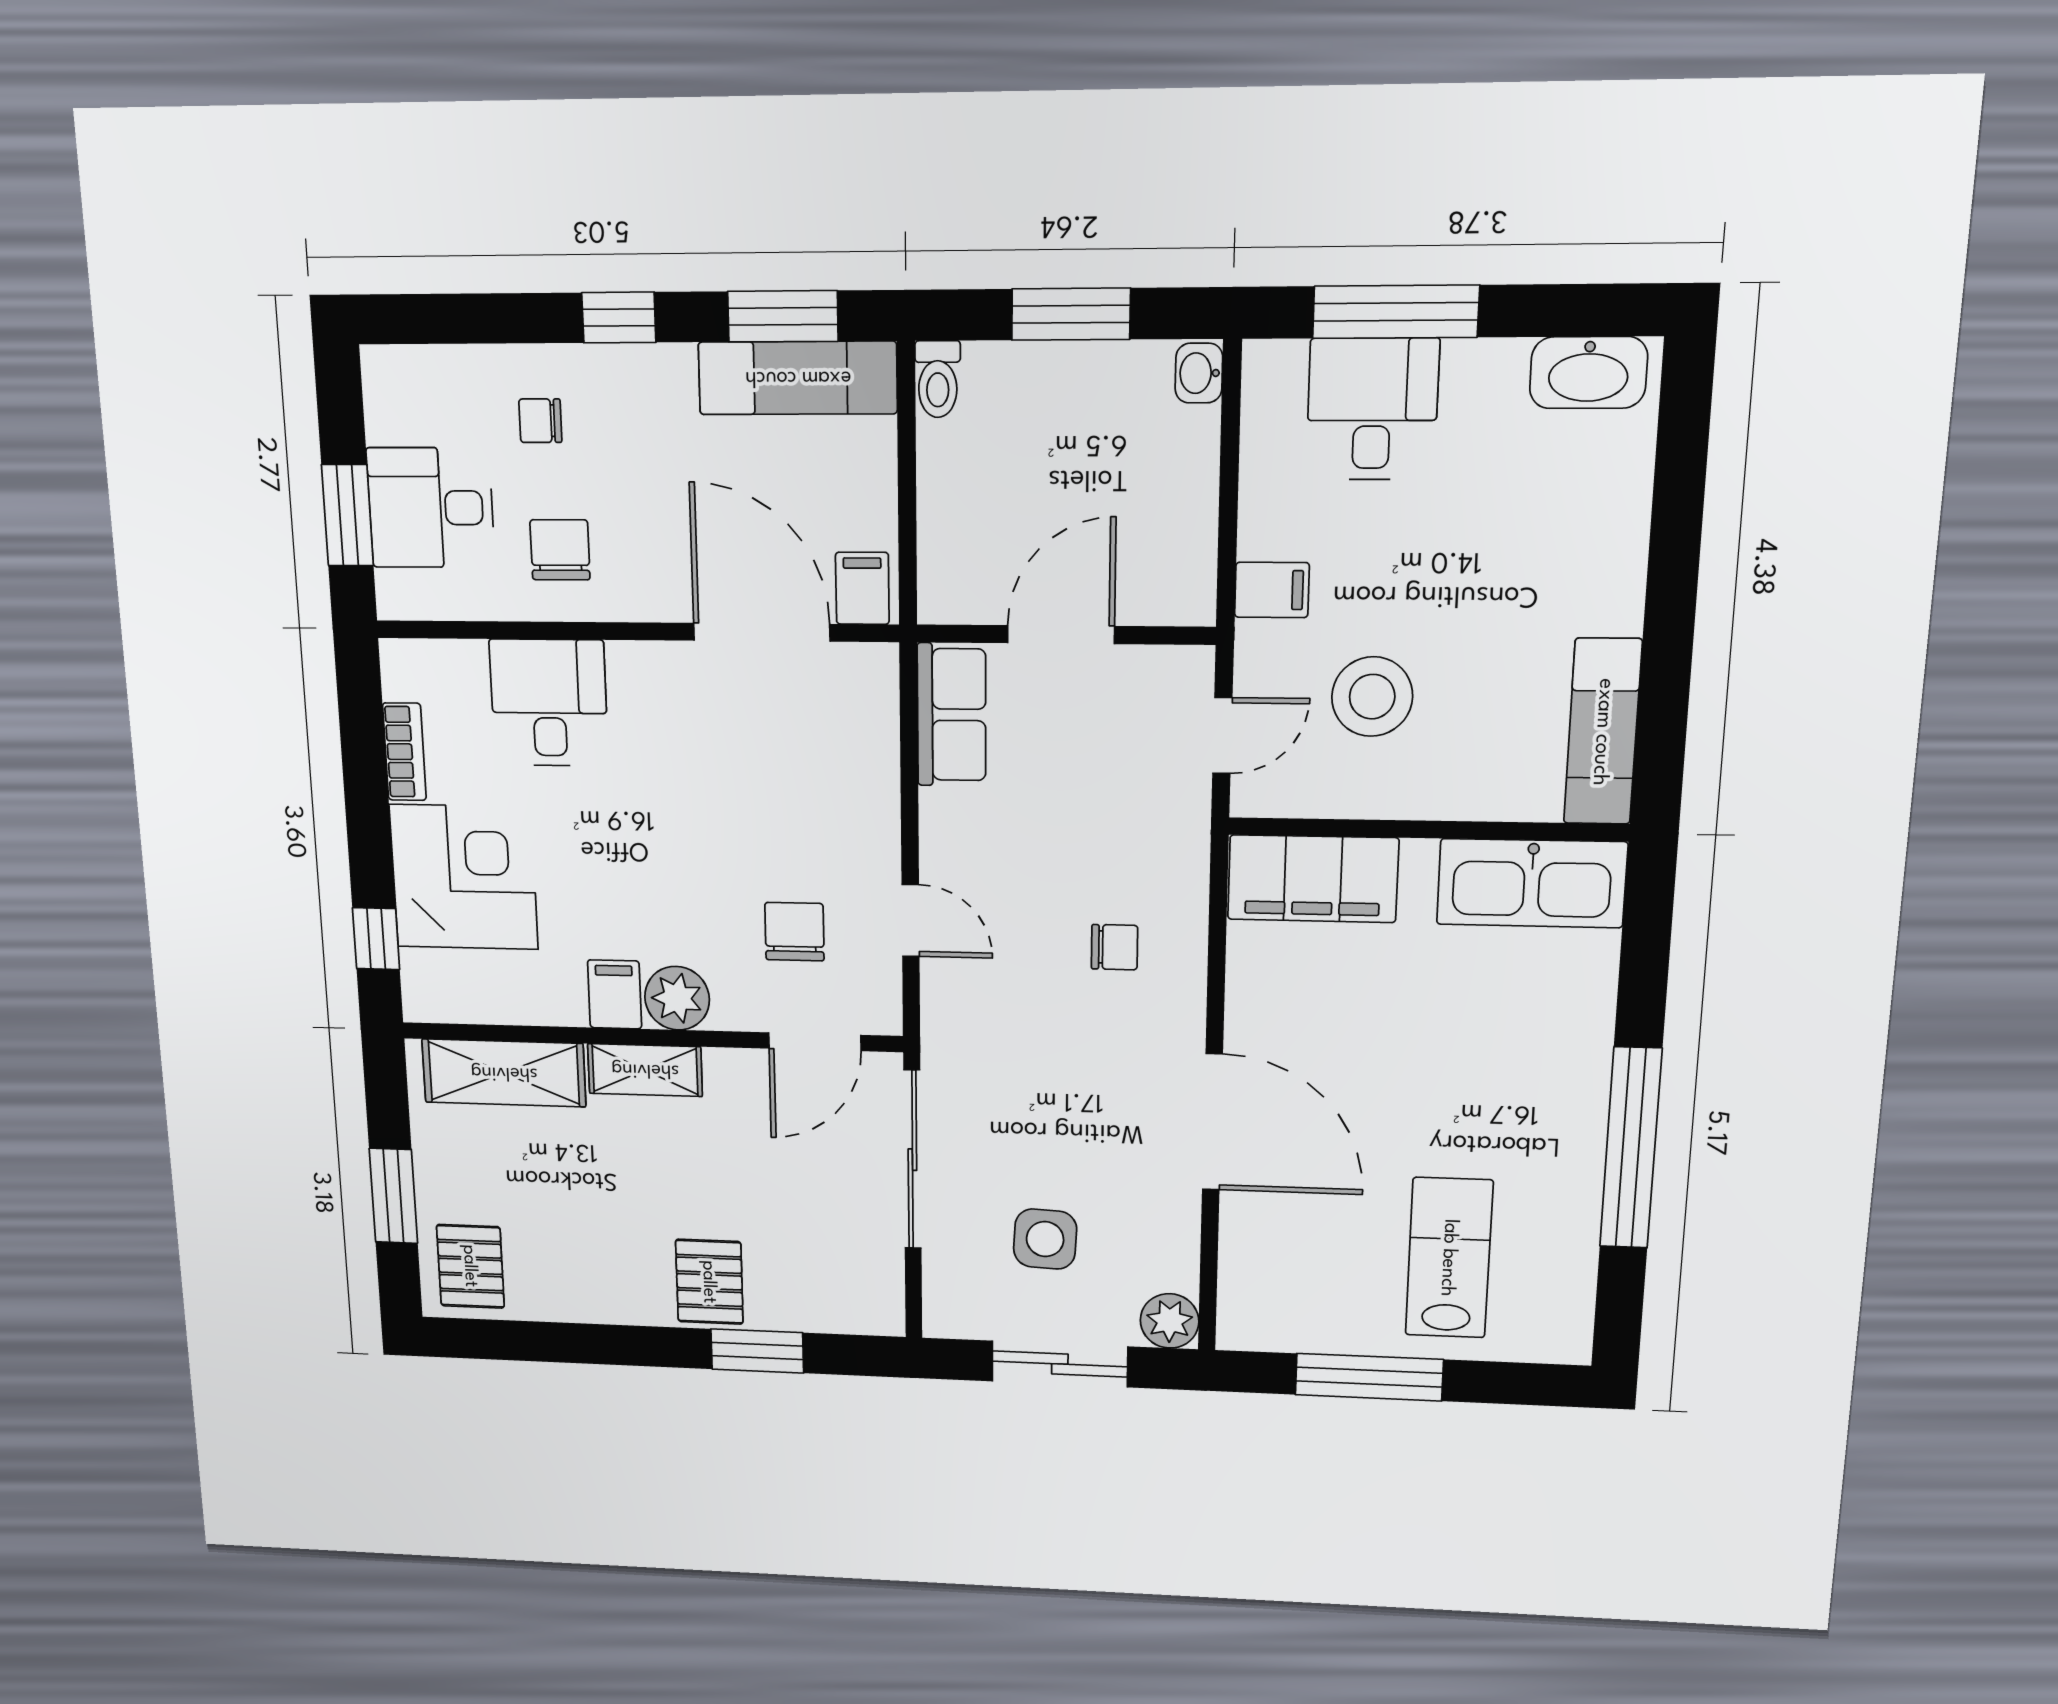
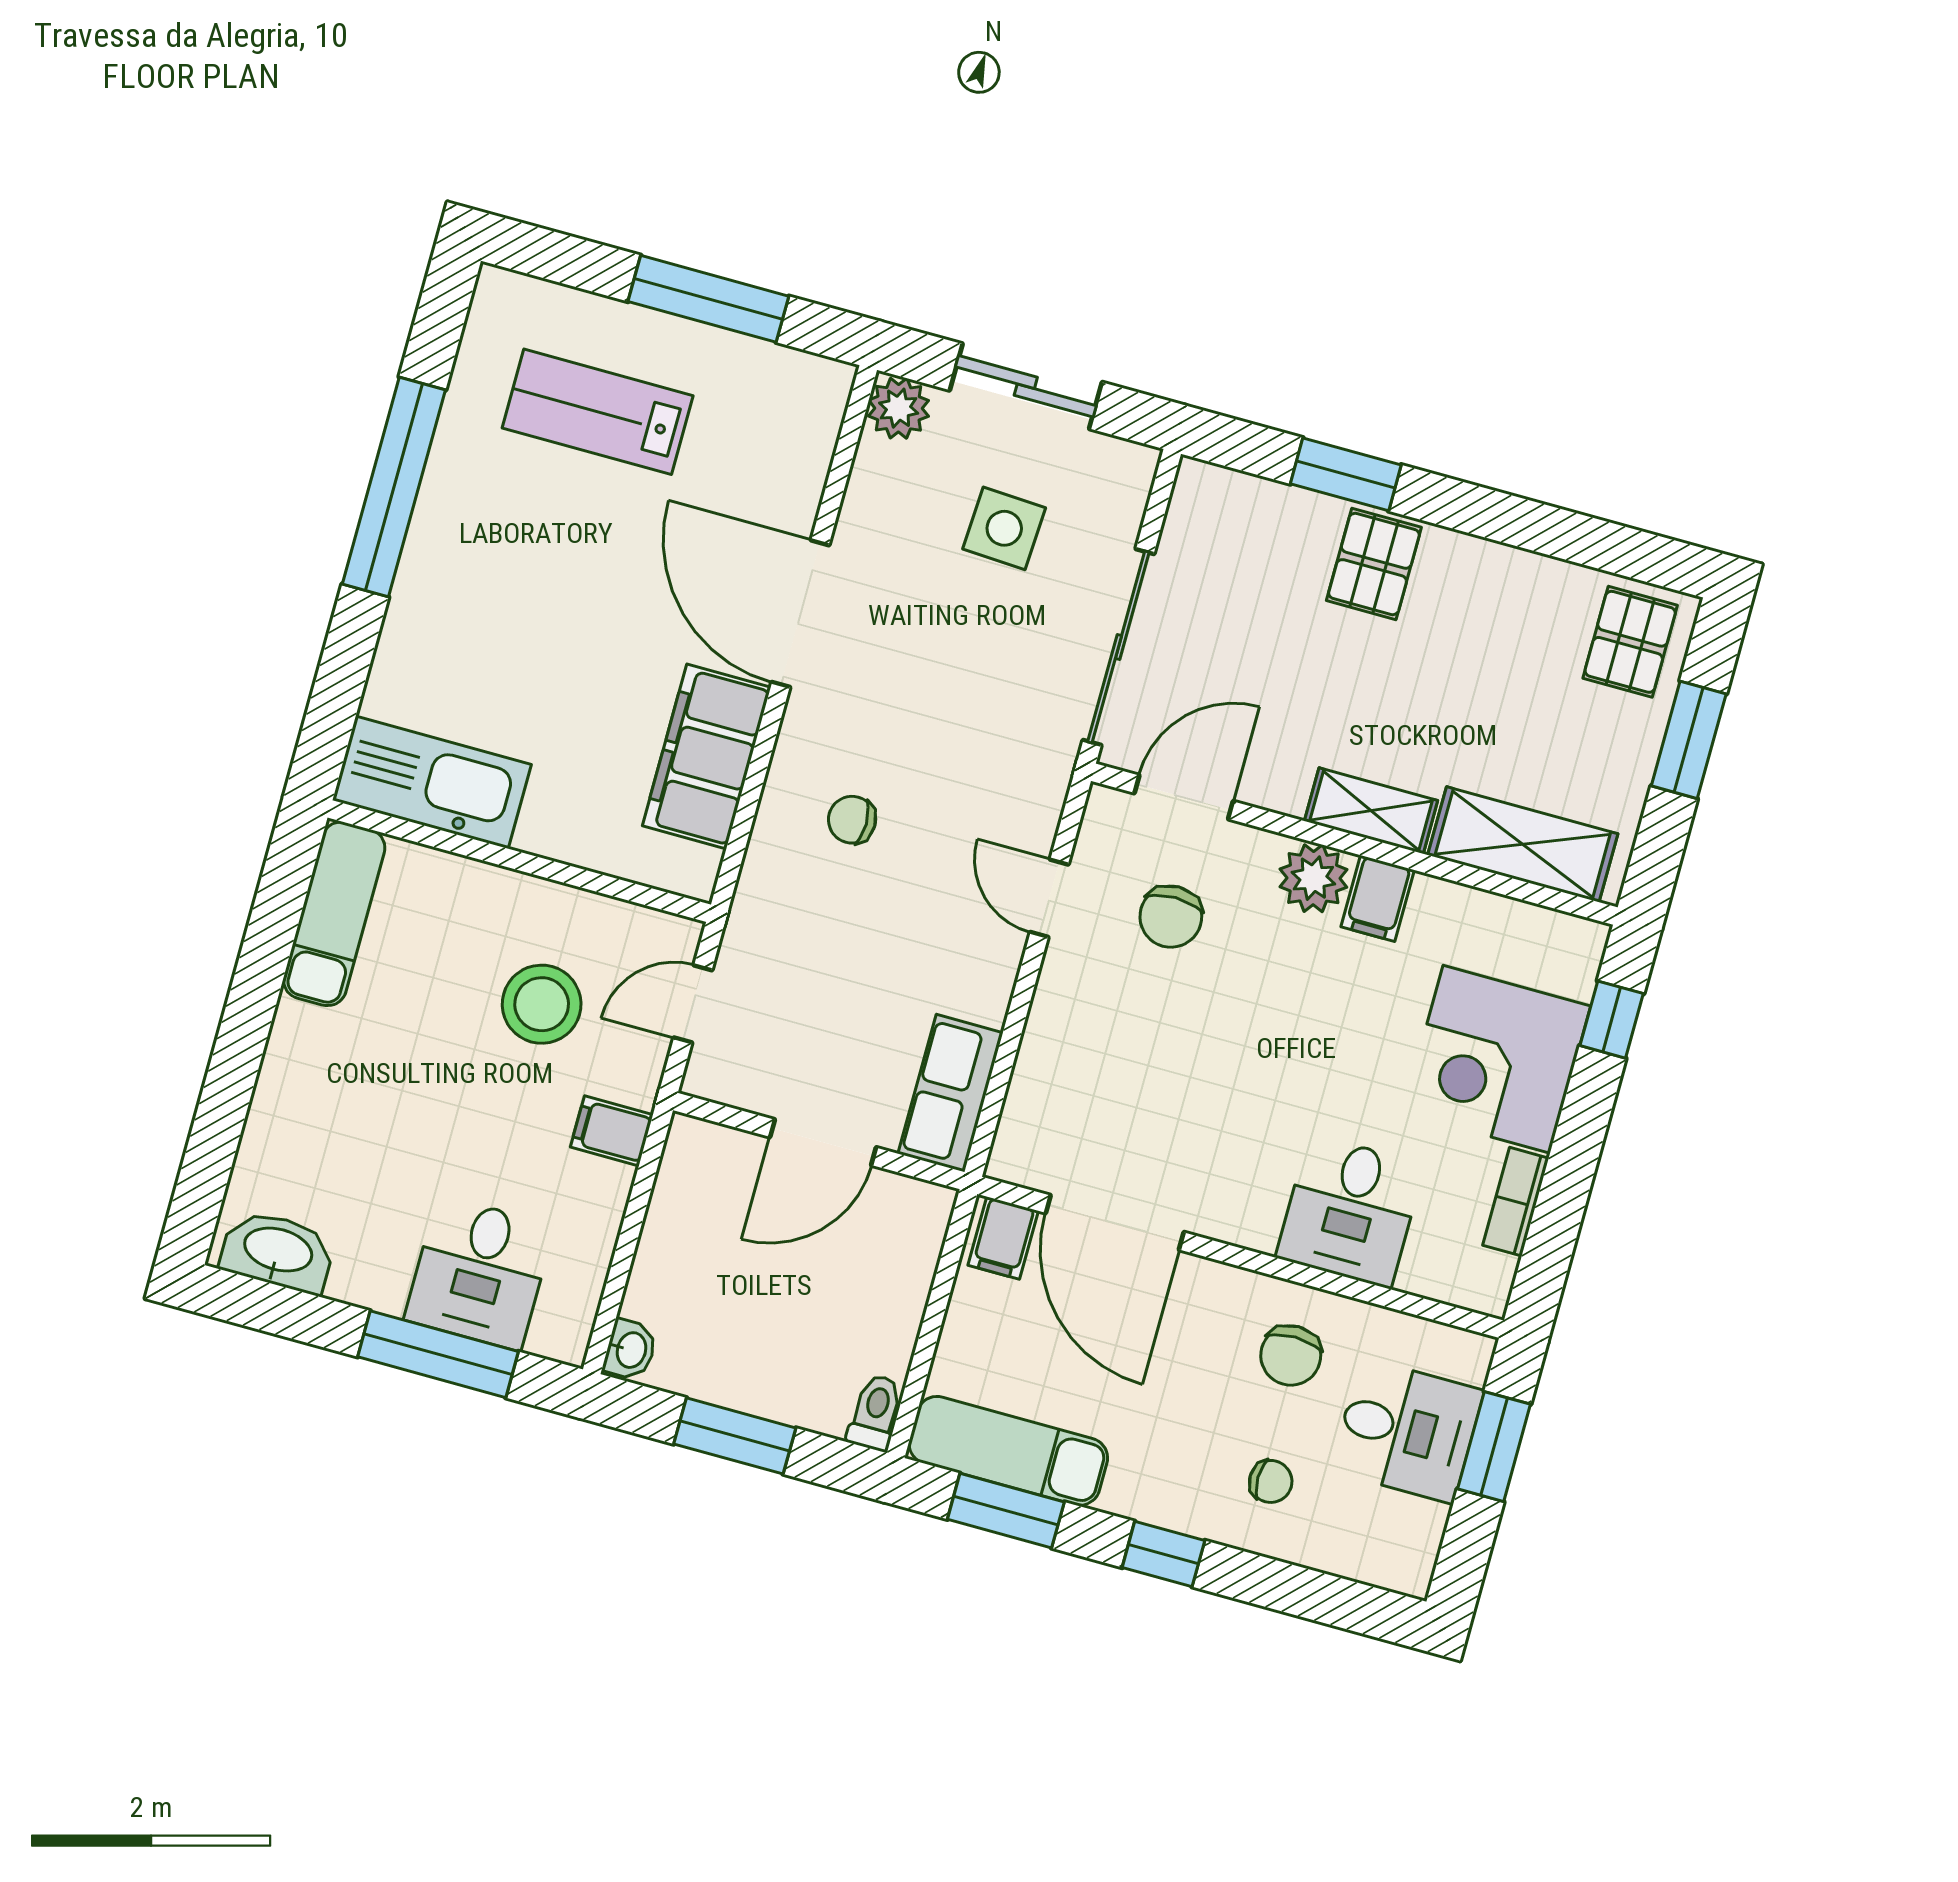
filing cabinet: (1313, 879) -> (707, 756), moved, turned -90
lab bench: (1449, 1258) -> (598, 412), turned 90

